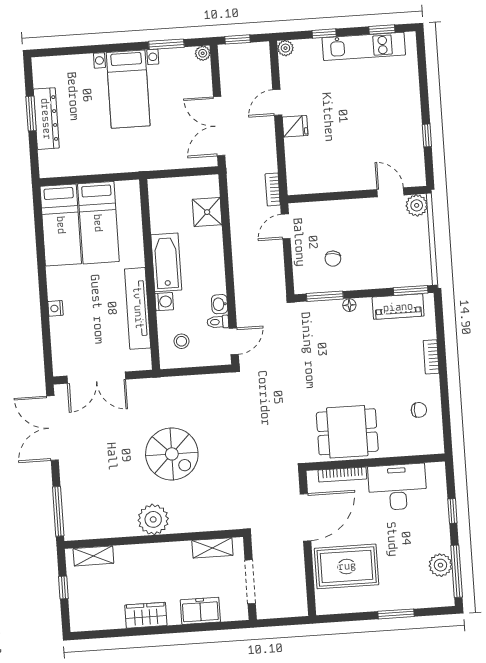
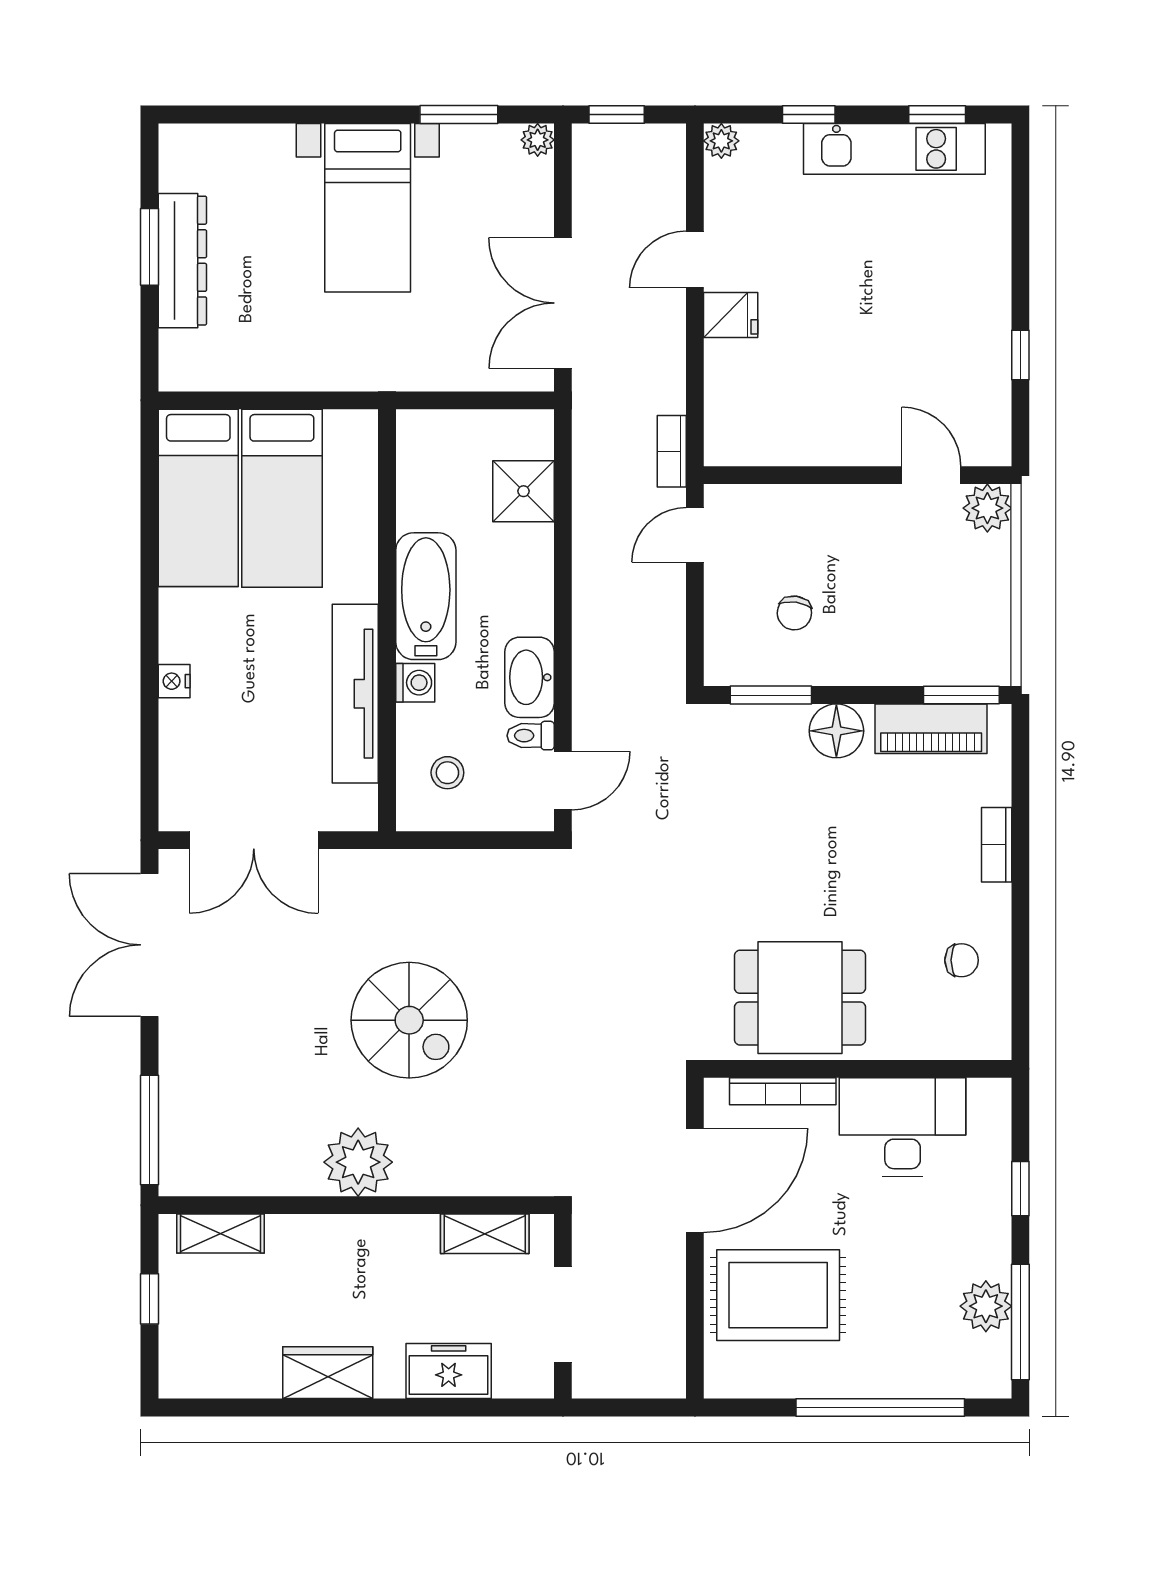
washbasin: (220, 304) -> (530, 677), width x1.91, depth x1.45
floor lamp: (349, 305) -> (836, 731), width x1.89, depth x1.89
window: (396, 614) -> (880, 1407), width x2.11

